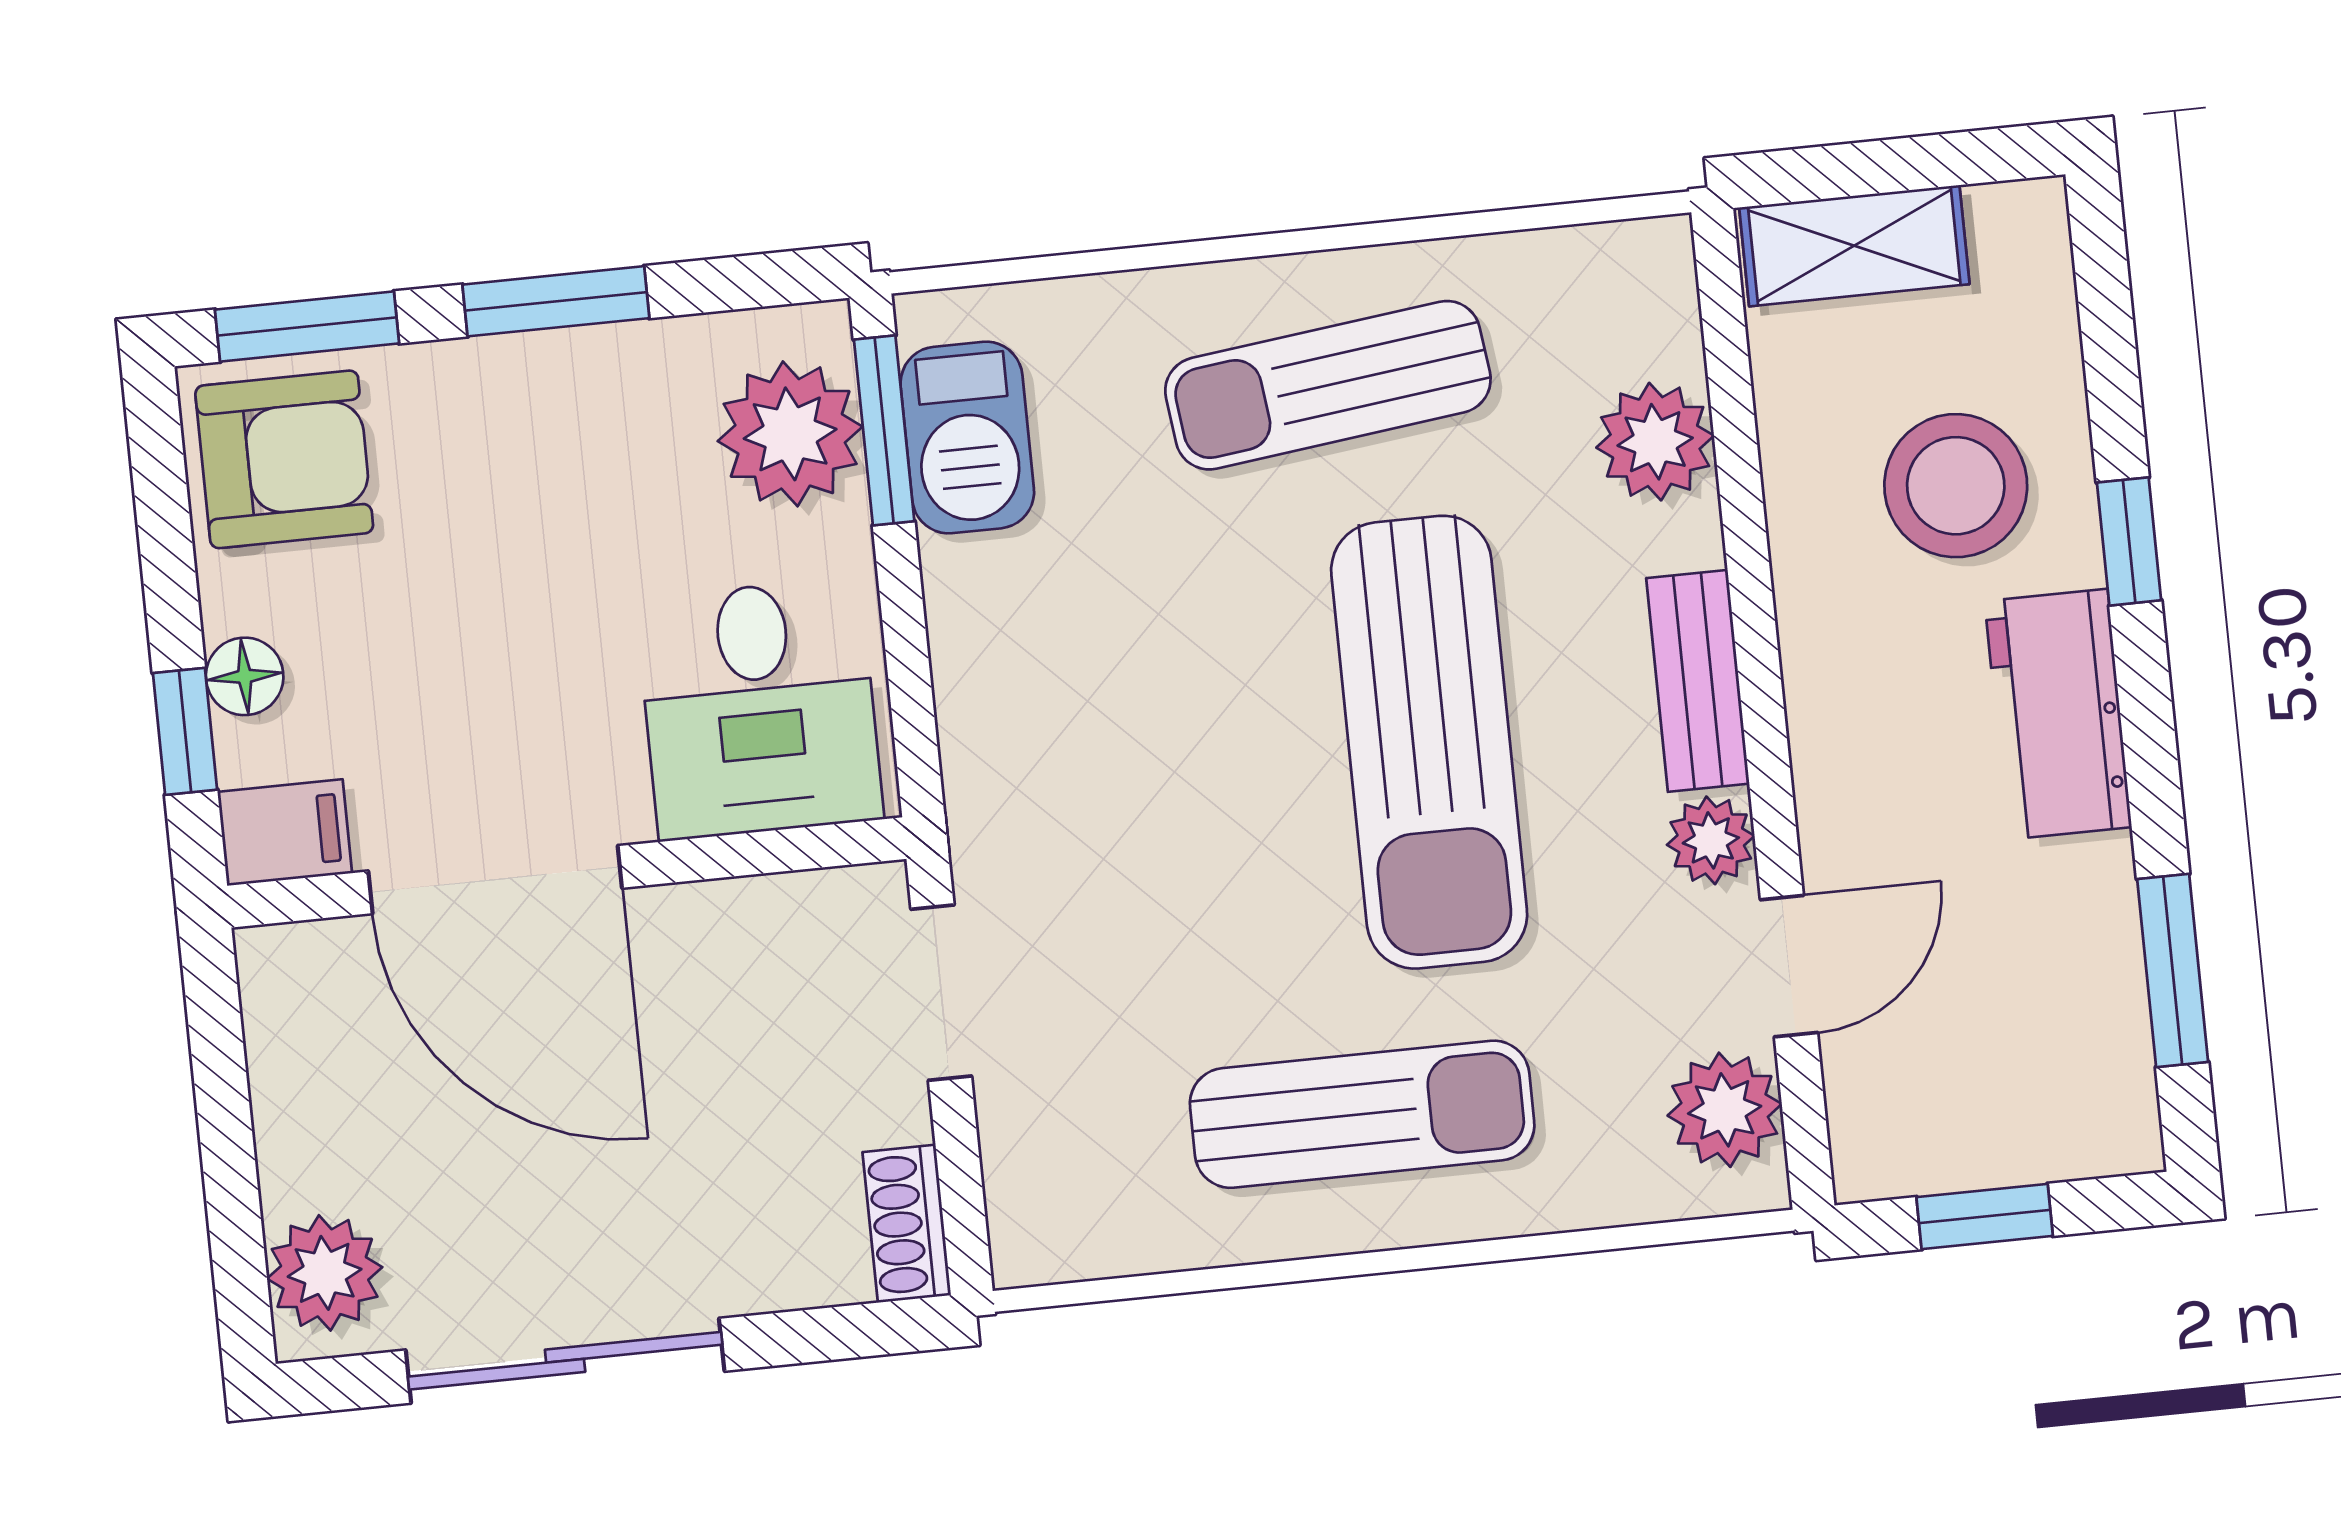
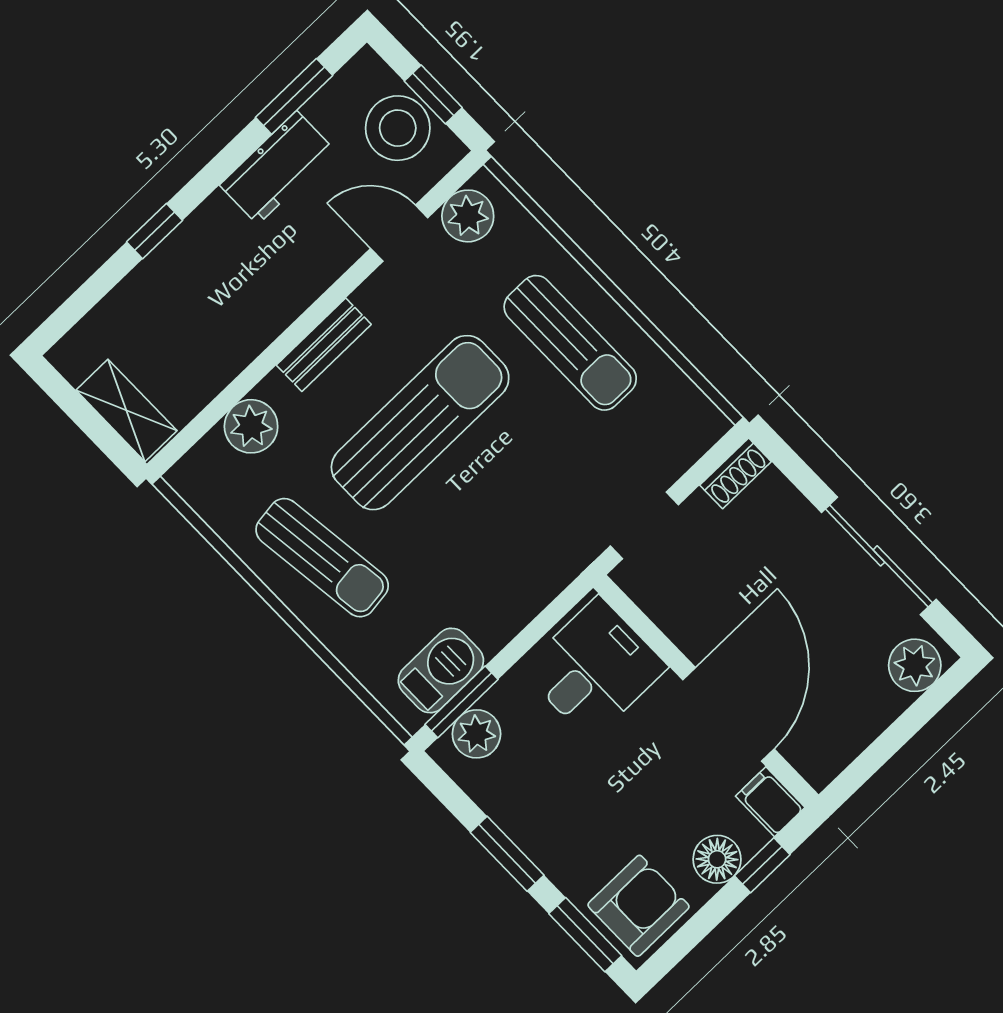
plant: (790, 434) -> (476, 734), width x0.73, depth x0.73
armchair: (284, 459) -> (639, 906), turned 90
stool: (1956, 486) -> (398, 128), moved
floor lamp: (245, 676) -> (717, 859), width x1.37, depth x1.37
workbench: (2058, 714) -> (277, 168), moved
plant: (1711, 840) -> (377, 296), removed
sun lounger: (1362, 1114) -> (570, 343), turned 180

